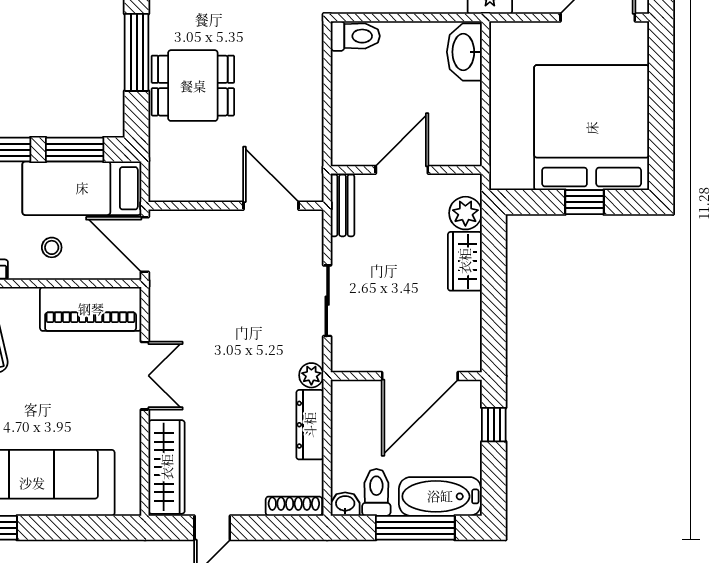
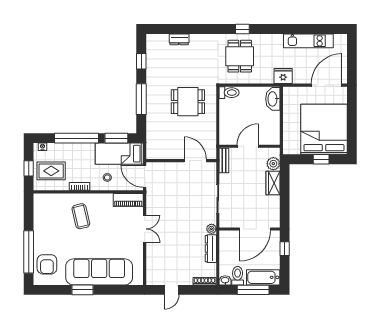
dining table: (193, 86) -> (188, 102), moved
piano: (91, 309) -> (128, 200), width x0.73, depth x0.75
wardrobe: (167, 467) -> (153, 266), removed

